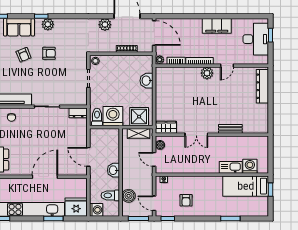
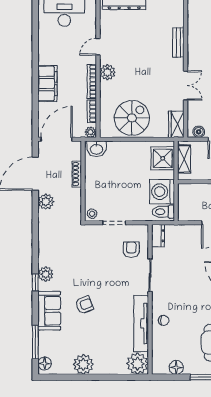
filing cabinet: (217, 26) -> (47, 84), moved
armchair: (49, 53) -> (131, 250), moved
door: (227, 66) -> (98, 47), swing flipped
washbasin: (147, 81) -> (96, 149), moved
spiral stairs: (171, 92) -> (132, 118), added

